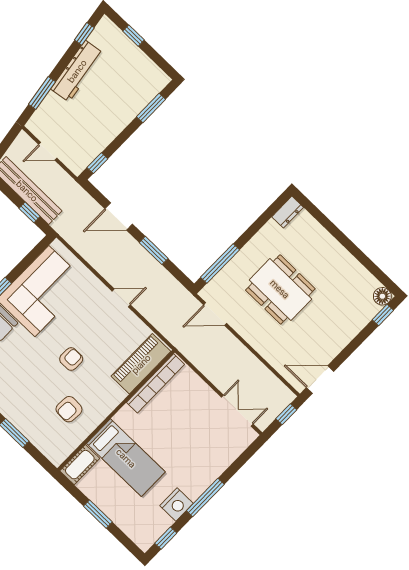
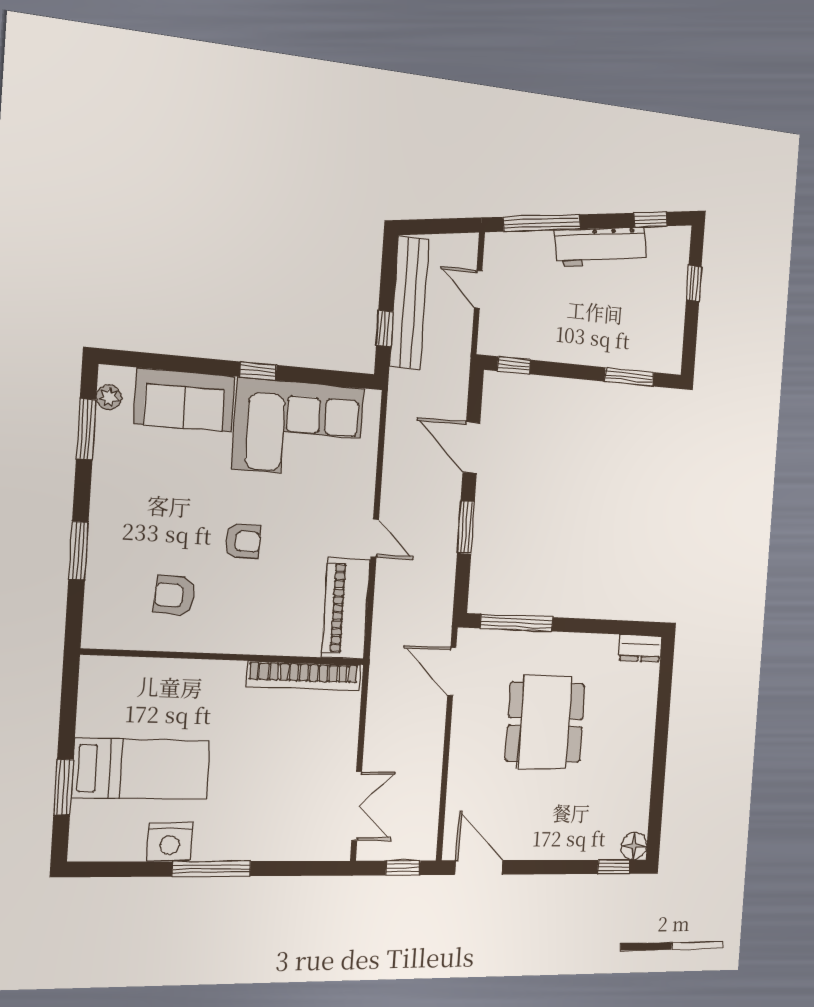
window: (42, 93) -> (542, 223), width x1.44
piano: (141, 364) -> (346, 609), moved, turned -90
bed: (126, 458) -> (141, 769), moved, turned -90
cot: (80, 465) -> (112, 673), removed
window: (98, 514) -> (63, 787), moved
window: (166, 538) -> (112, 869), removed

